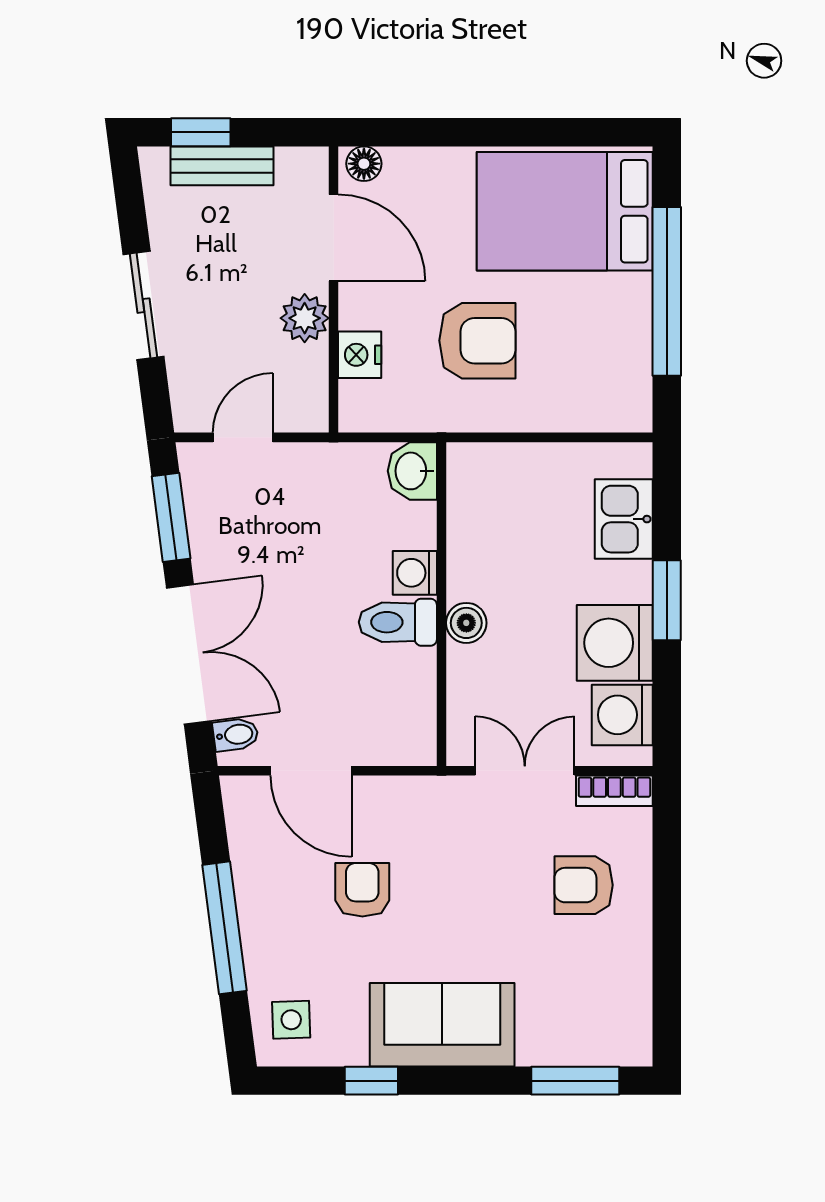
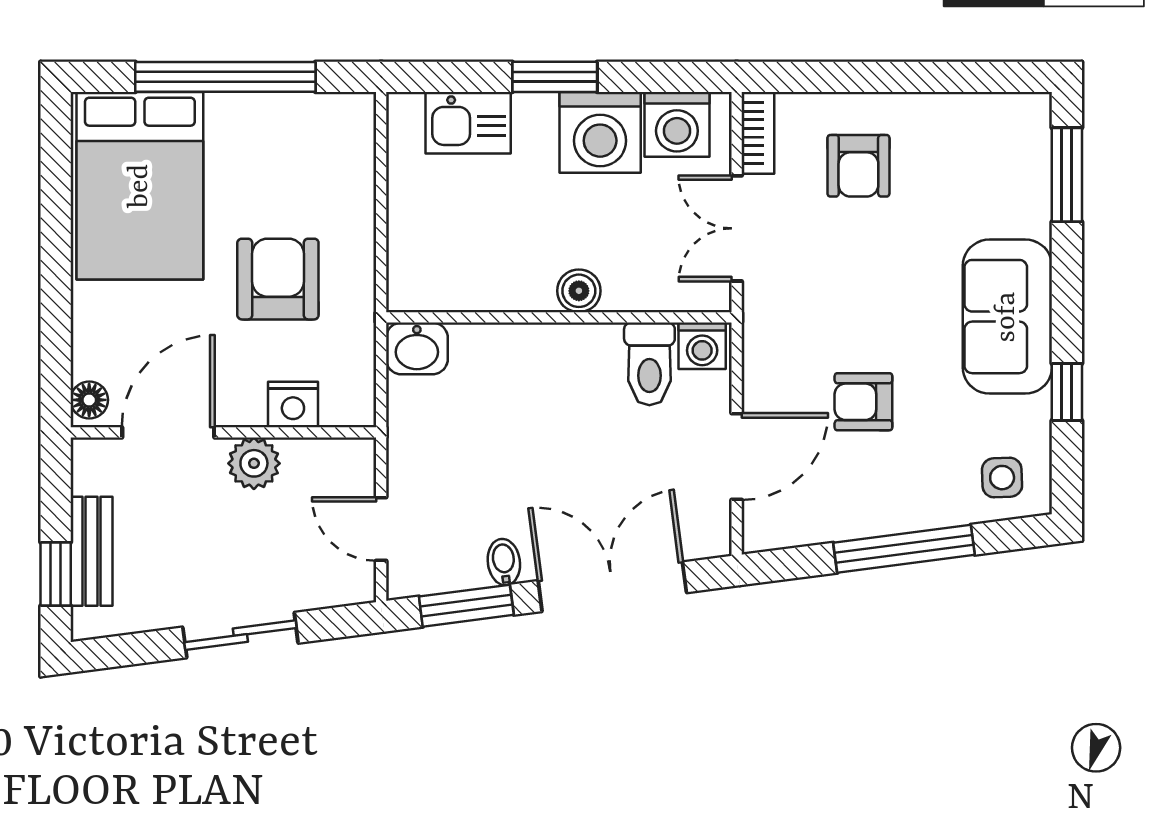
washing machine: (415, 573) -> (702, 346), moved
toilet: (398, 622) -> (649, 364), moved
bidet: (236, 735) -> (504, 562), moved

